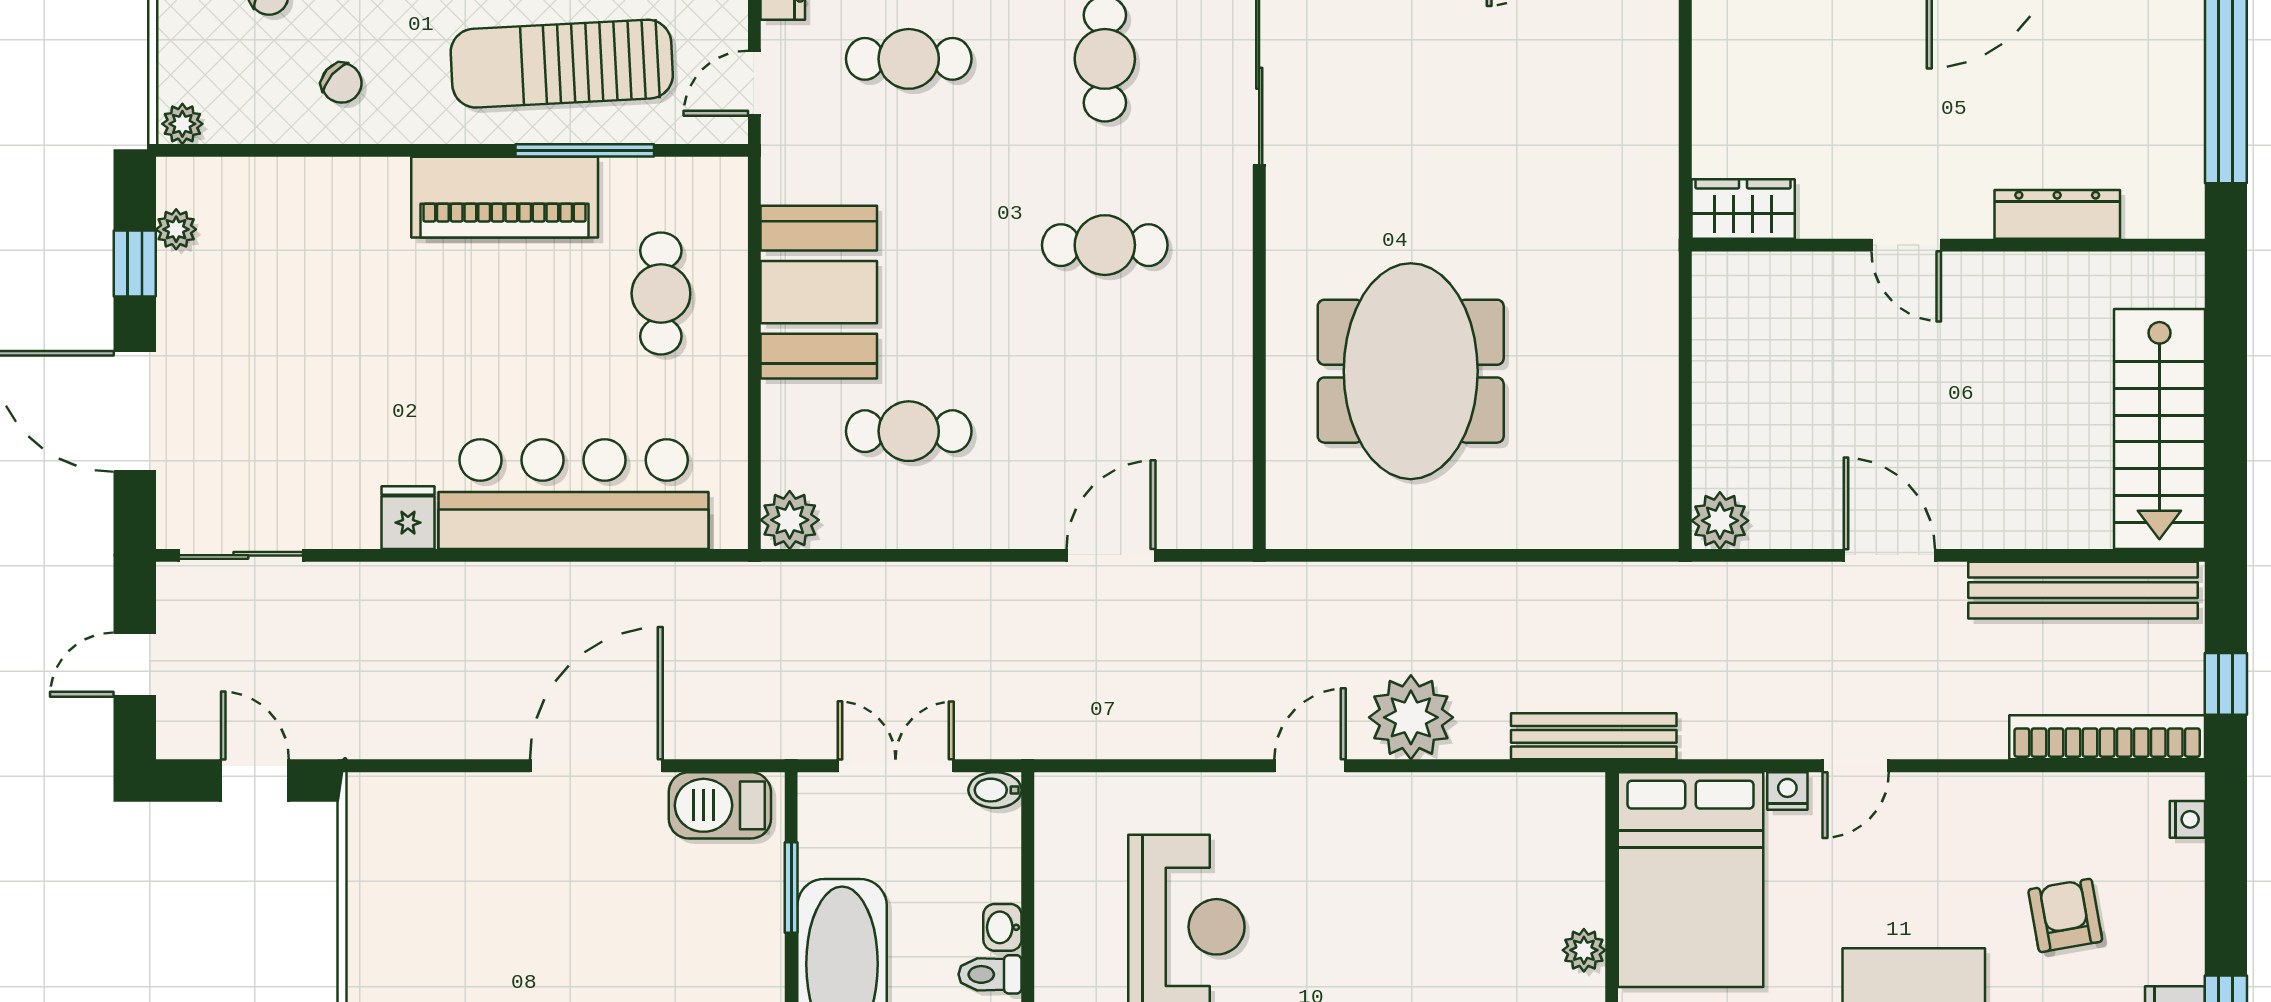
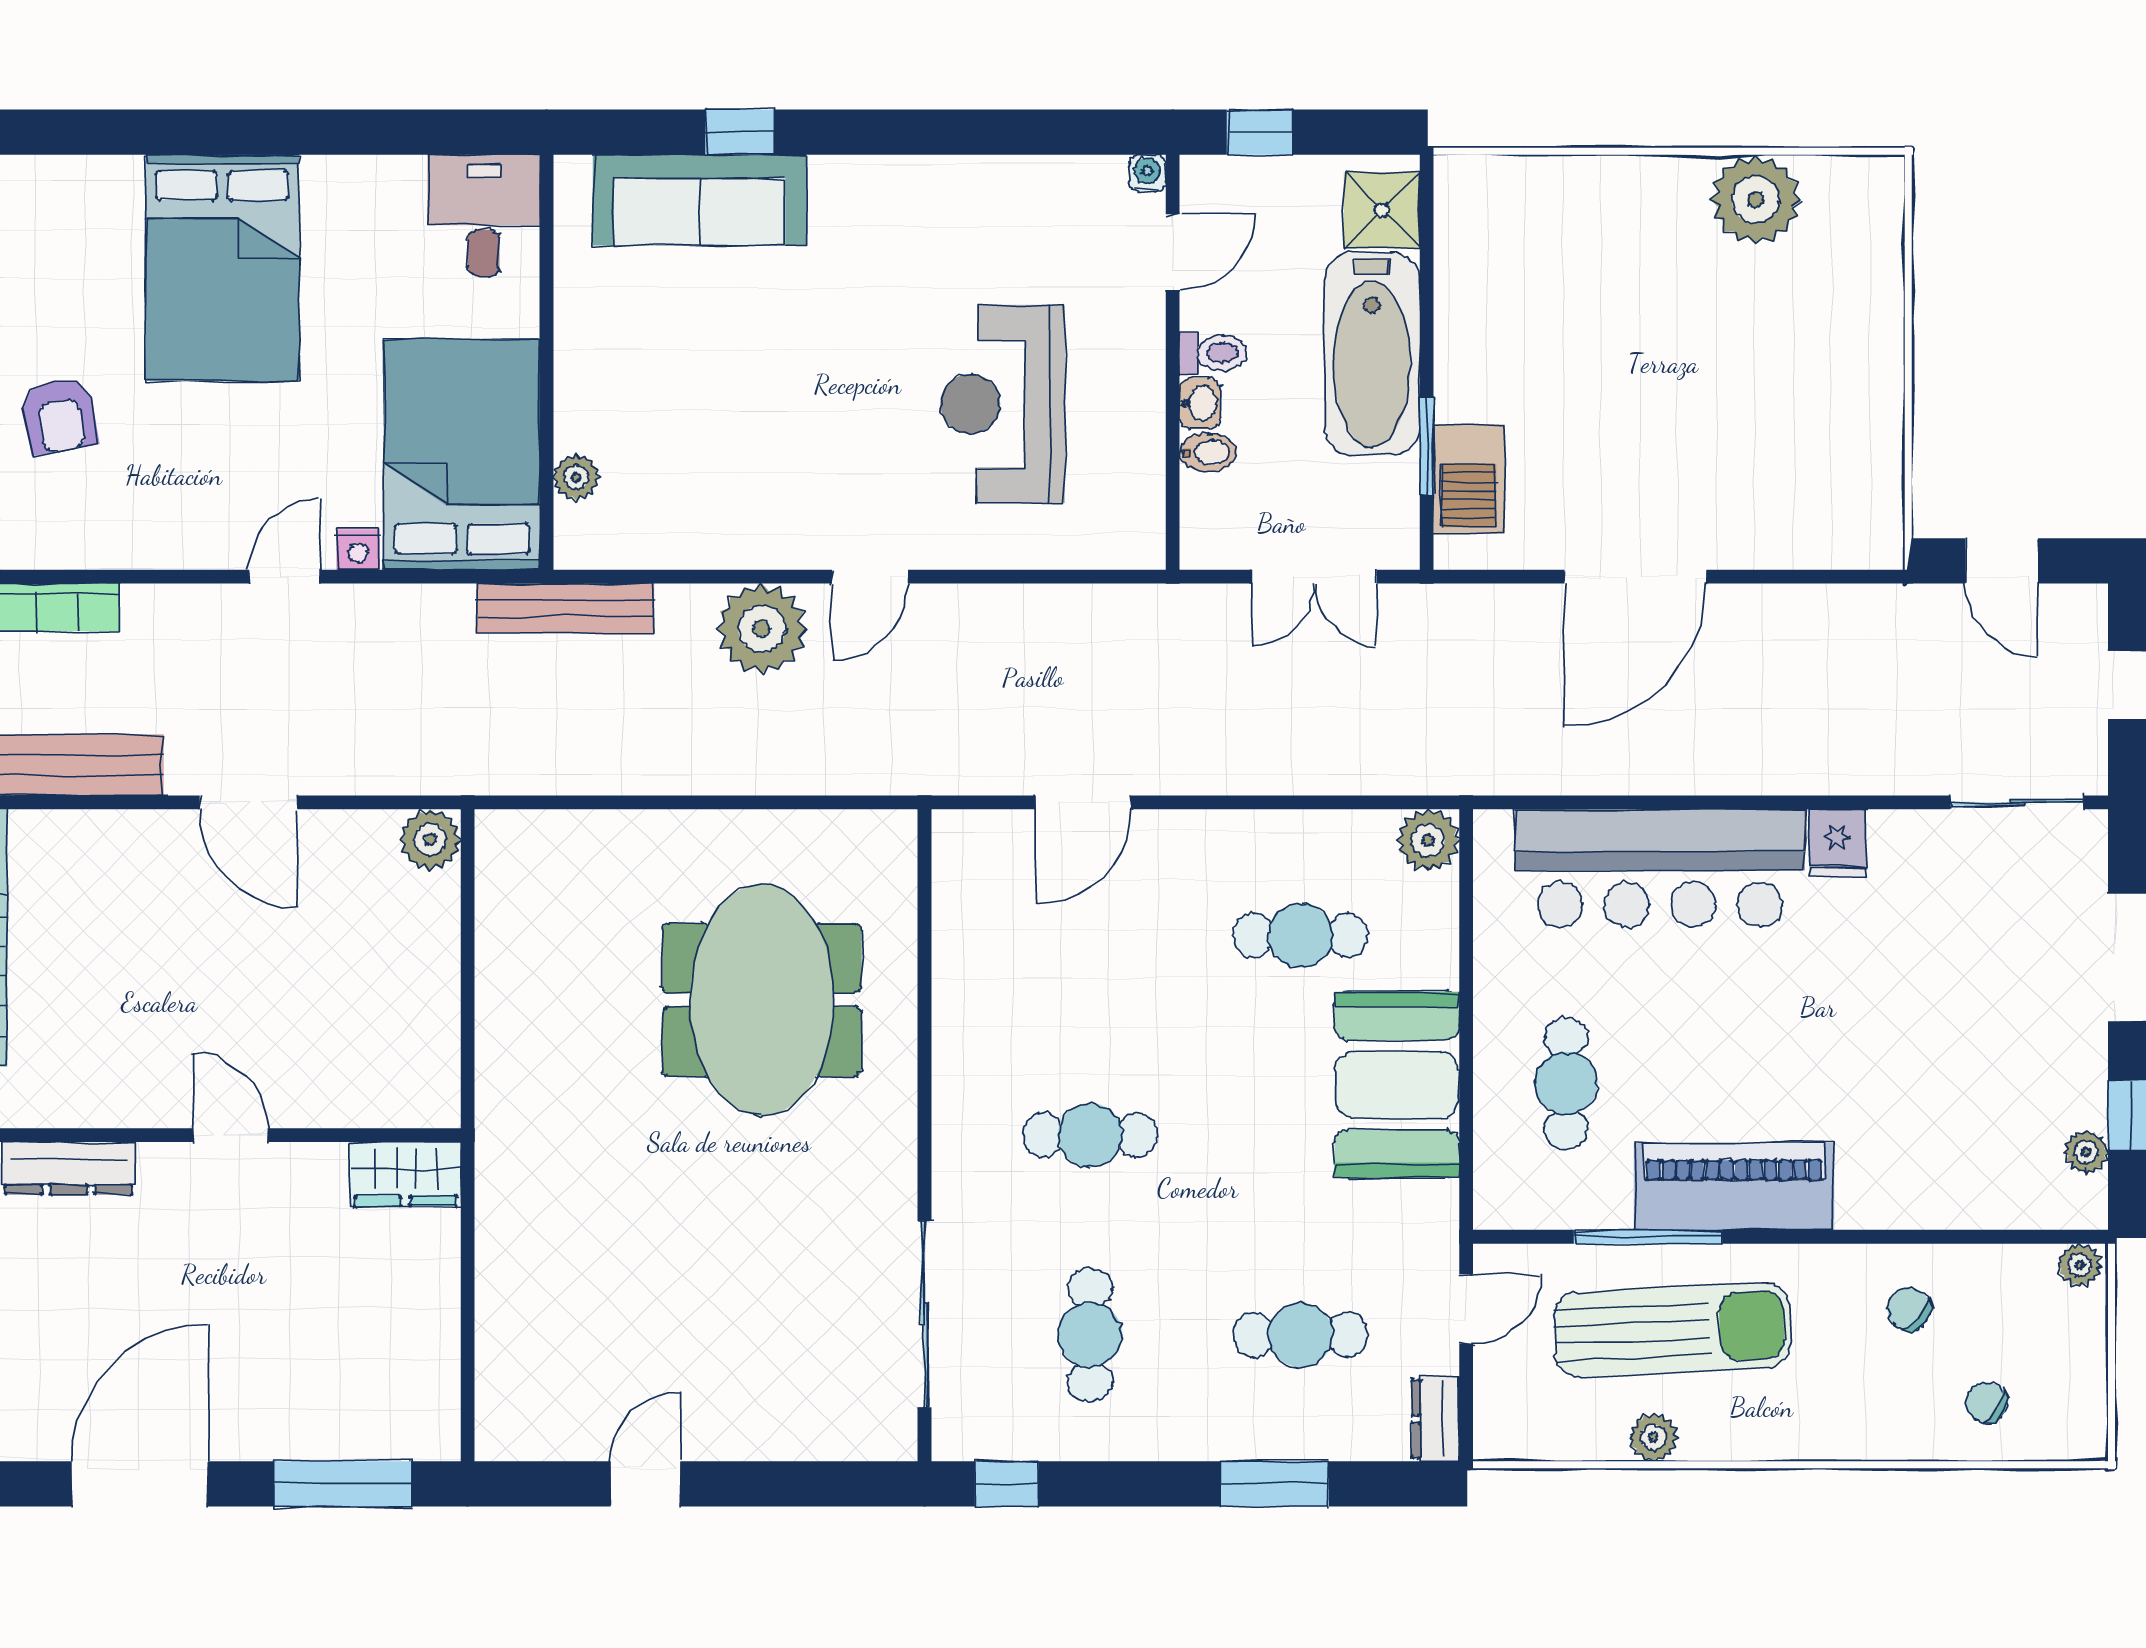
bidet: (995, 790) -> (1208, 452), moved
barbecue: (720, 805) -> (1469, 479), moved, turned 90
plant: (1584, 950) -> (576, 477), moved

